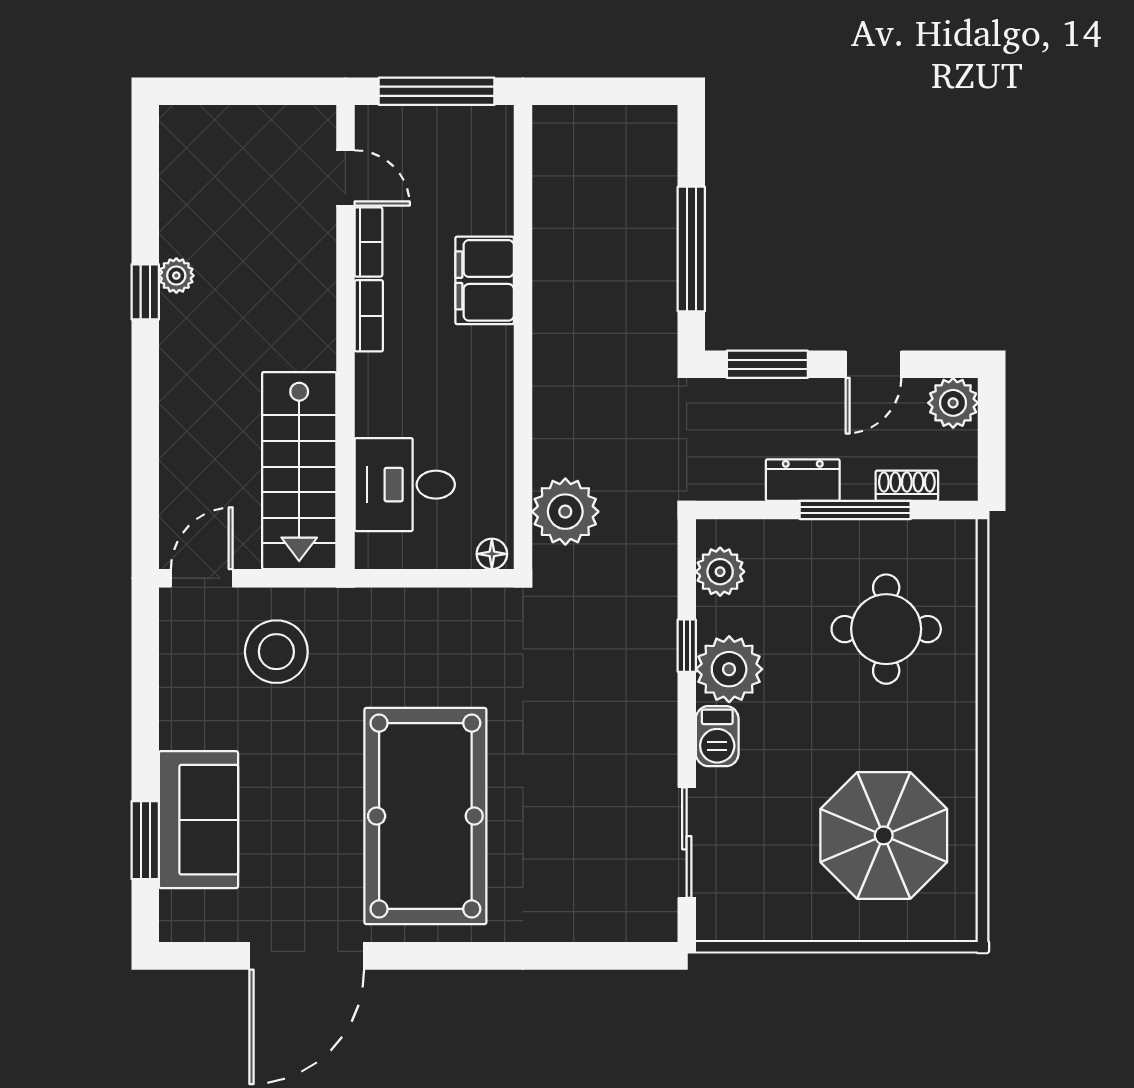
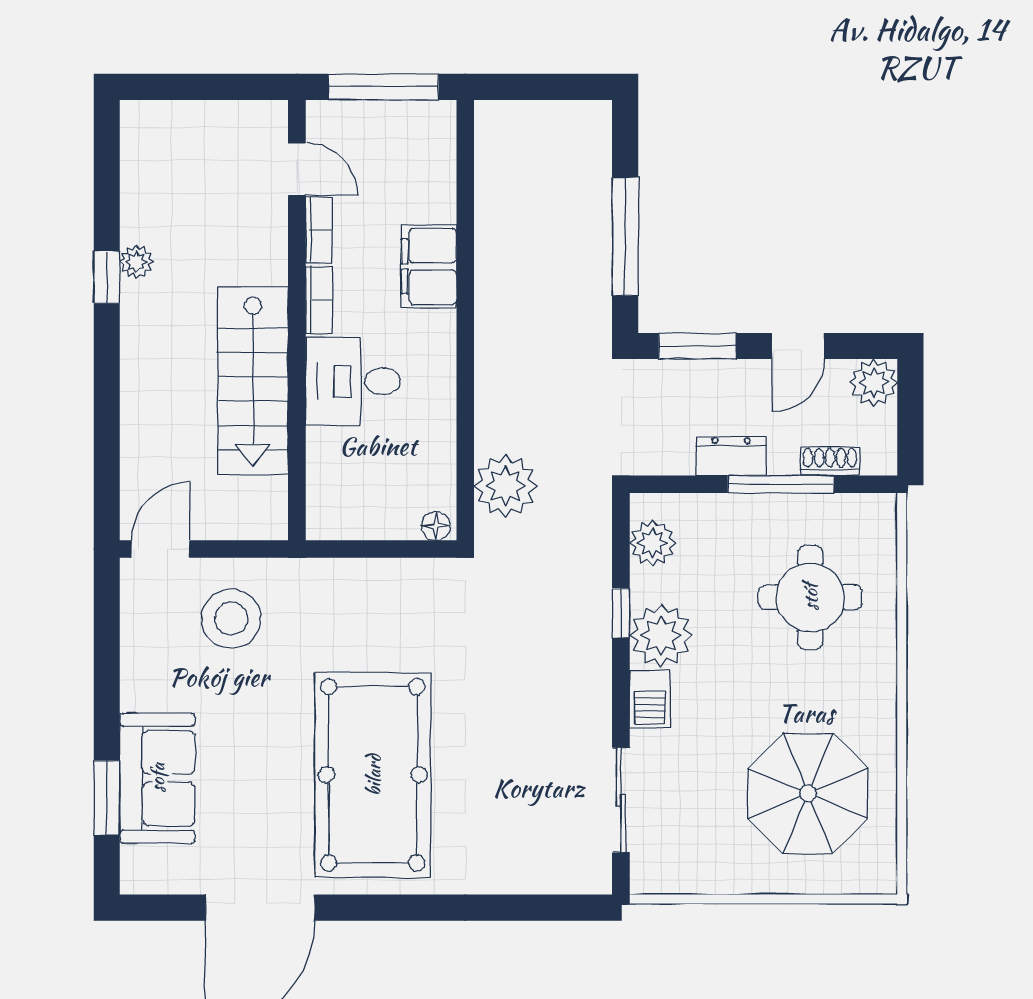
stairs: (299, 471) -> (253, 381), moved
desk: (405, 485) -> (353, 381), moved

